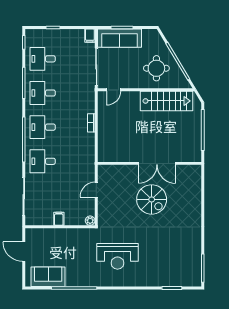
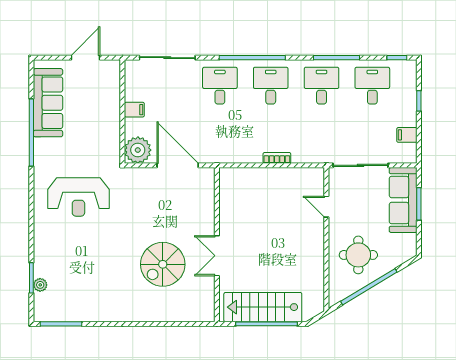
filing cabinet: (90, 36) -> (407, 135), moved
door: (114, 90) -> (326, 207), moved
stairs: (166, 101) -> (263, 307), moved, turned 90
double door: (157, 163) -> (217, 256), width x0.73
door: (96, 190) -> (178, 165), width x1.87
spiral stairs: (152, 199) -> (163, 264), moved
plant: (90, 221) -> (138, 150), width x1.87, depth x1.87
reception desk: (117, 256) -> (78, 197), turned -90
sofa: (48, 277) -> (48, 103), width x1.36
plant: (177, 282) -> (40, 285), added

